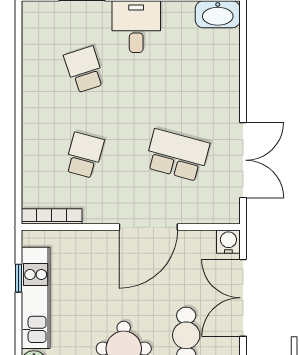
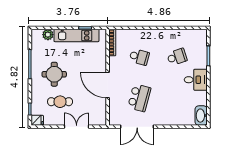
water cooler: (228, 242) -> (101, 120), removed
double door: (243, 298) -> (77, 127), width x0.73

